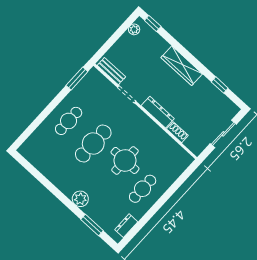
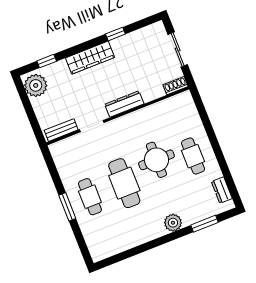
window: (153, 23) -> (47, 61), moved
plant: (134, 29) -> (36, 85), width x1.88, depth x1.88
window: (77, 79) -> (67, 207), moved
window: (220, 85) -> (115, 34), moved
shoe rack: (177, 132) -> (176, 86), moved

